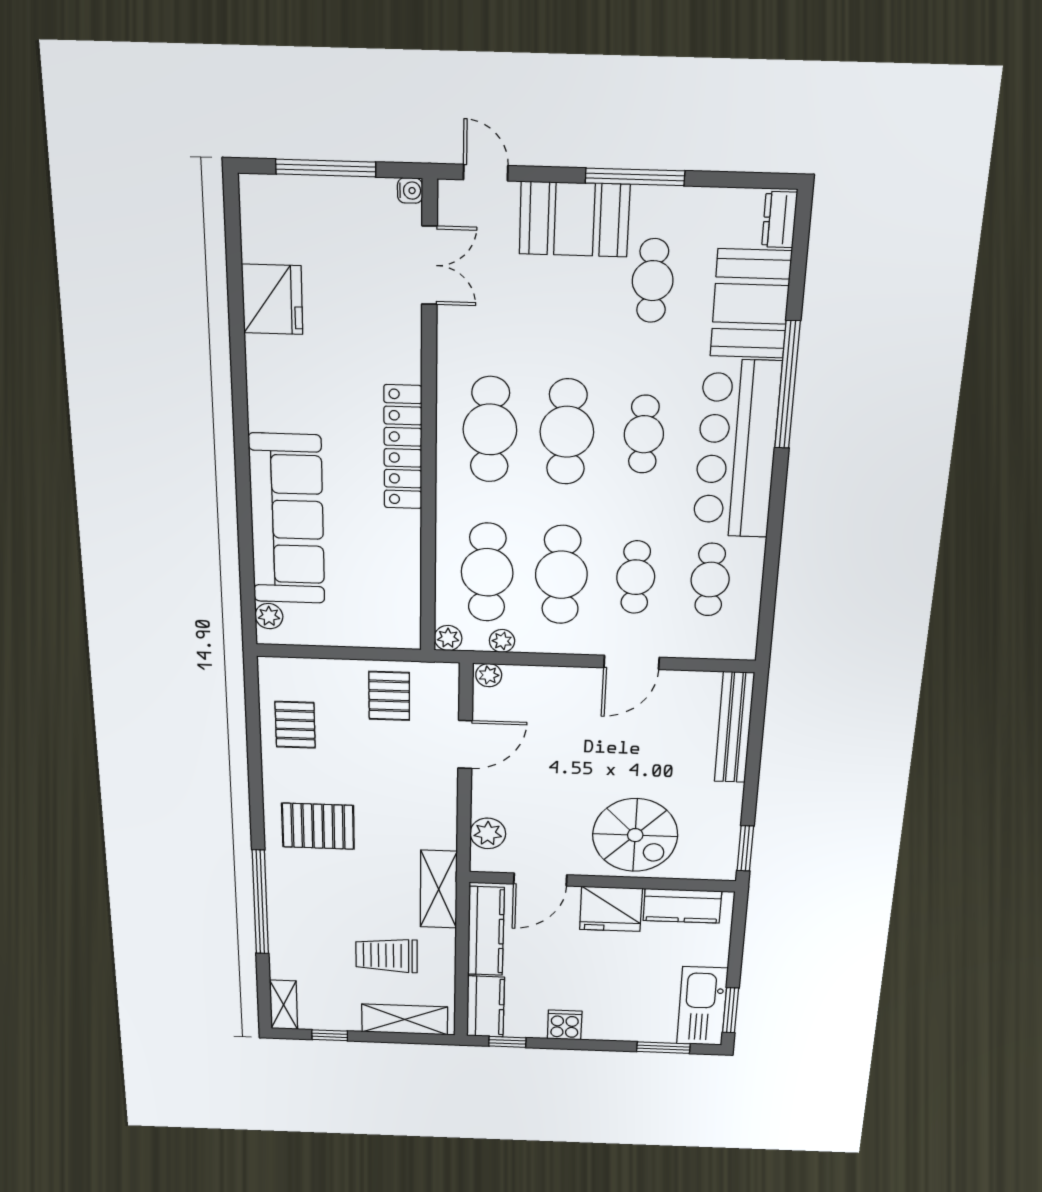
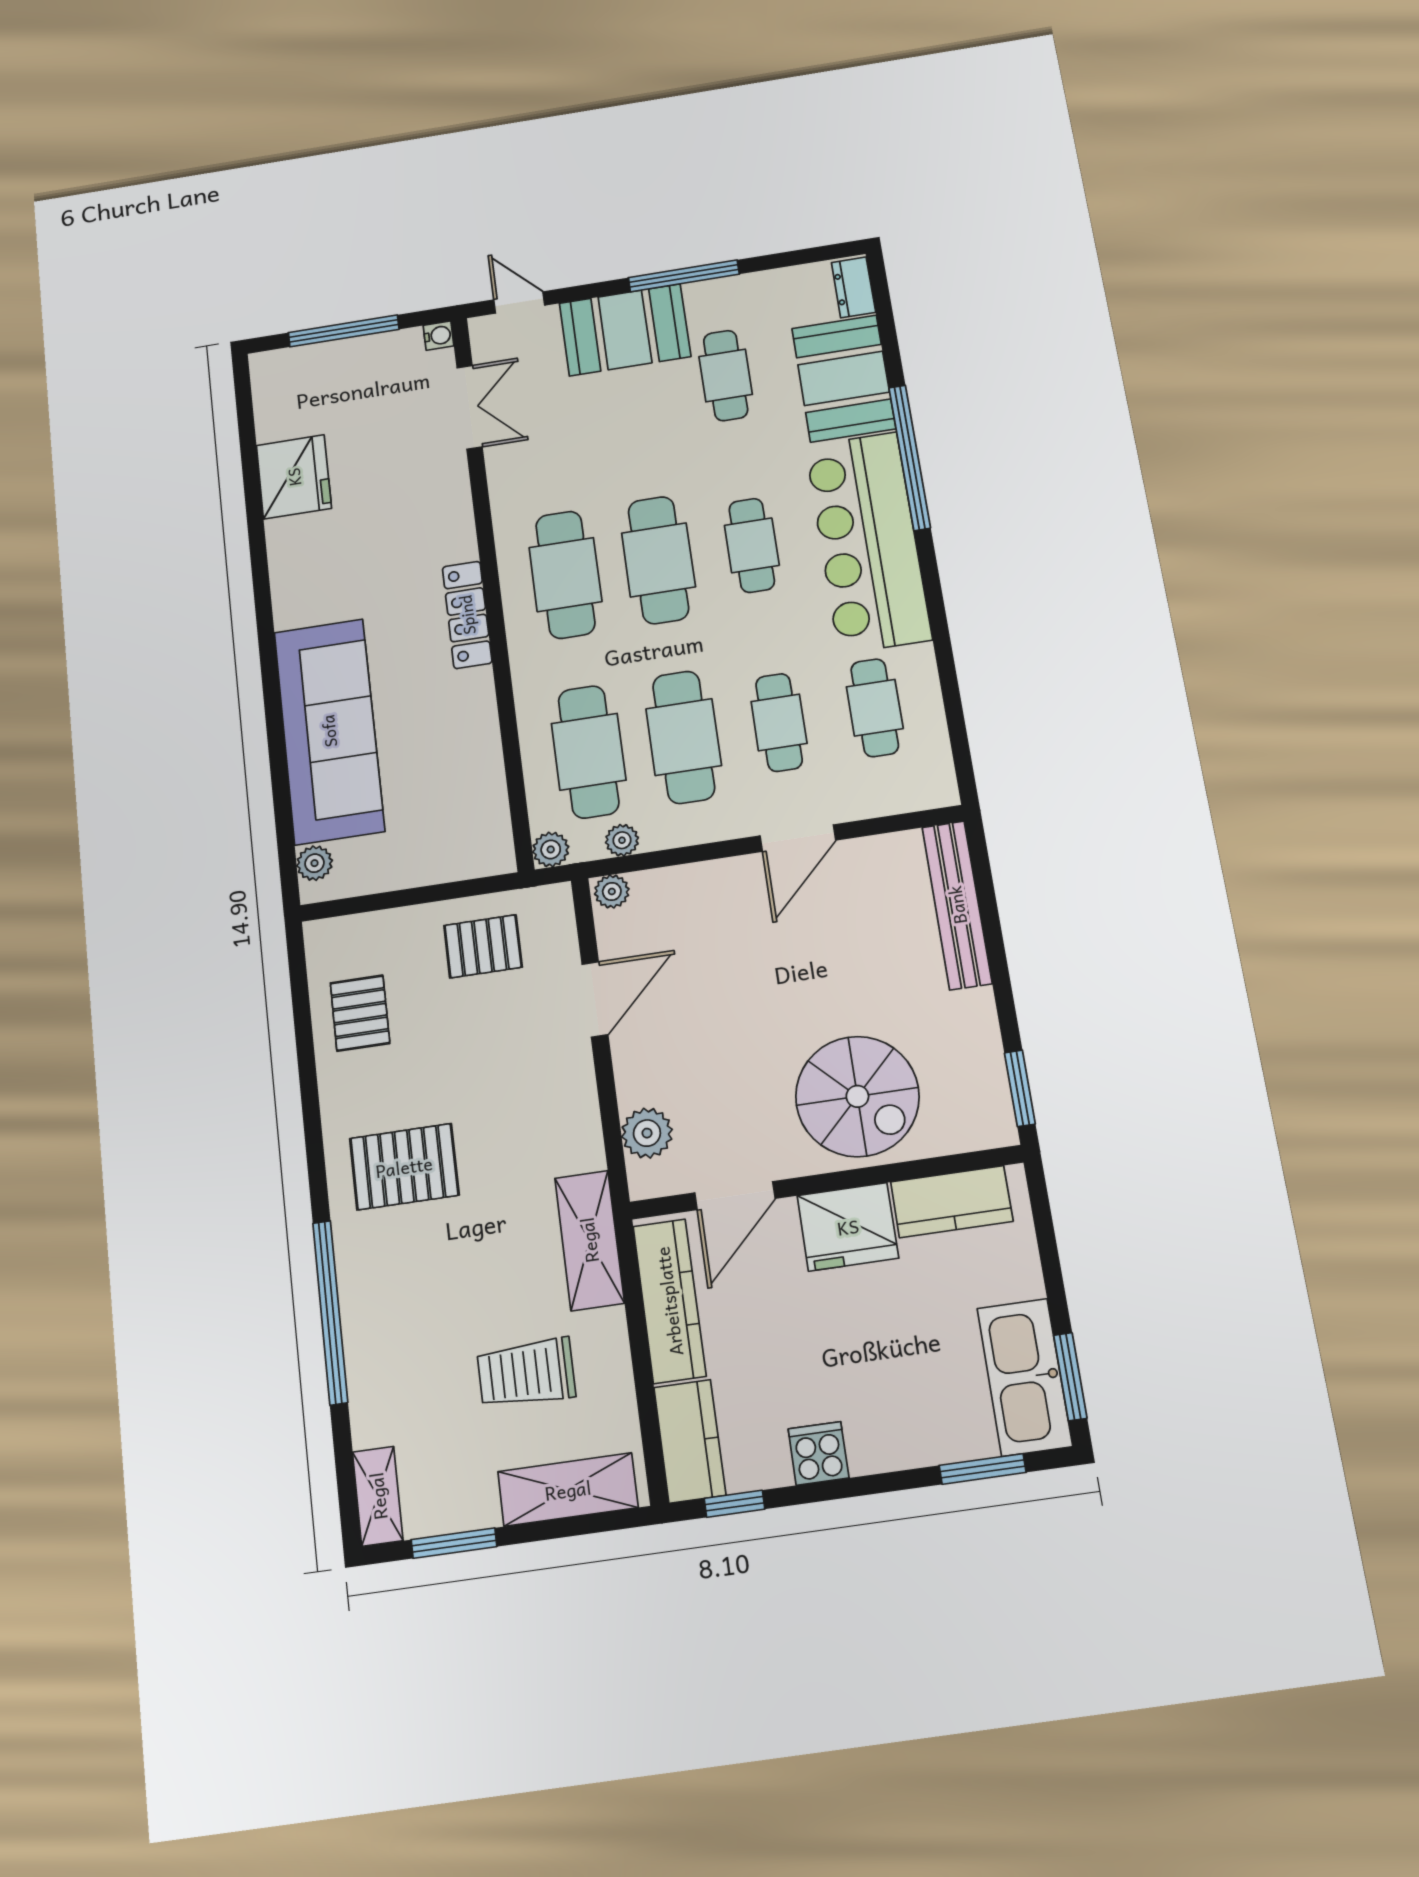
locker: (403, 447) -> (467, 615), width x0.71, depth x0.83
pallet: (389, 696) -> (483, 946), turned 90
window: (330, 1035) -> (454, 1543), width x1.50

